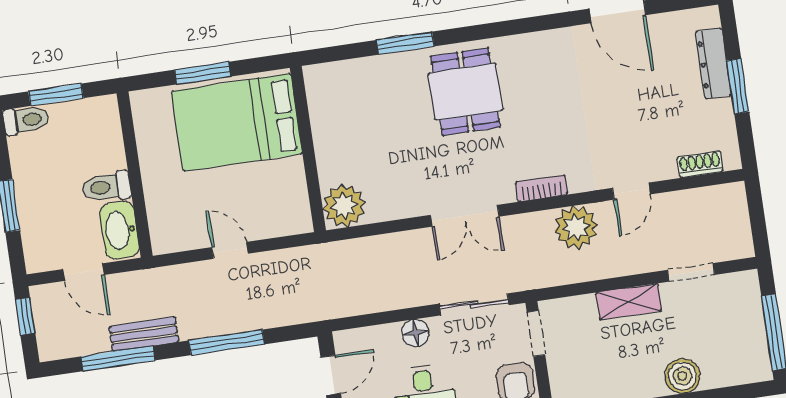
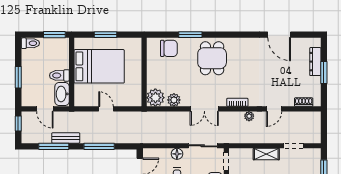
chair: (359, 83) -> (169, 48), added
window: (56, 95) -> (54, 35), moved
bed: (237, 122) -> (99, 66), moved, turned 180
plant: (389, 205) -> (174, 100), added
plant: (576, 227) -> (249, 116), width x0.53, depth x0.53

